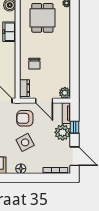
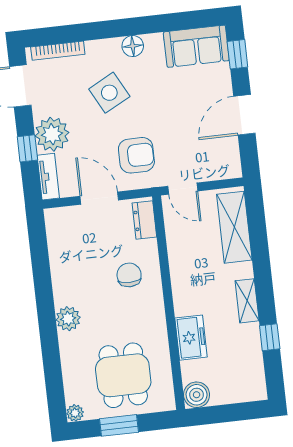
plant: (65, 93) -> (68, 319), moved
side table: (25, 142) -> (109, 93), moved

